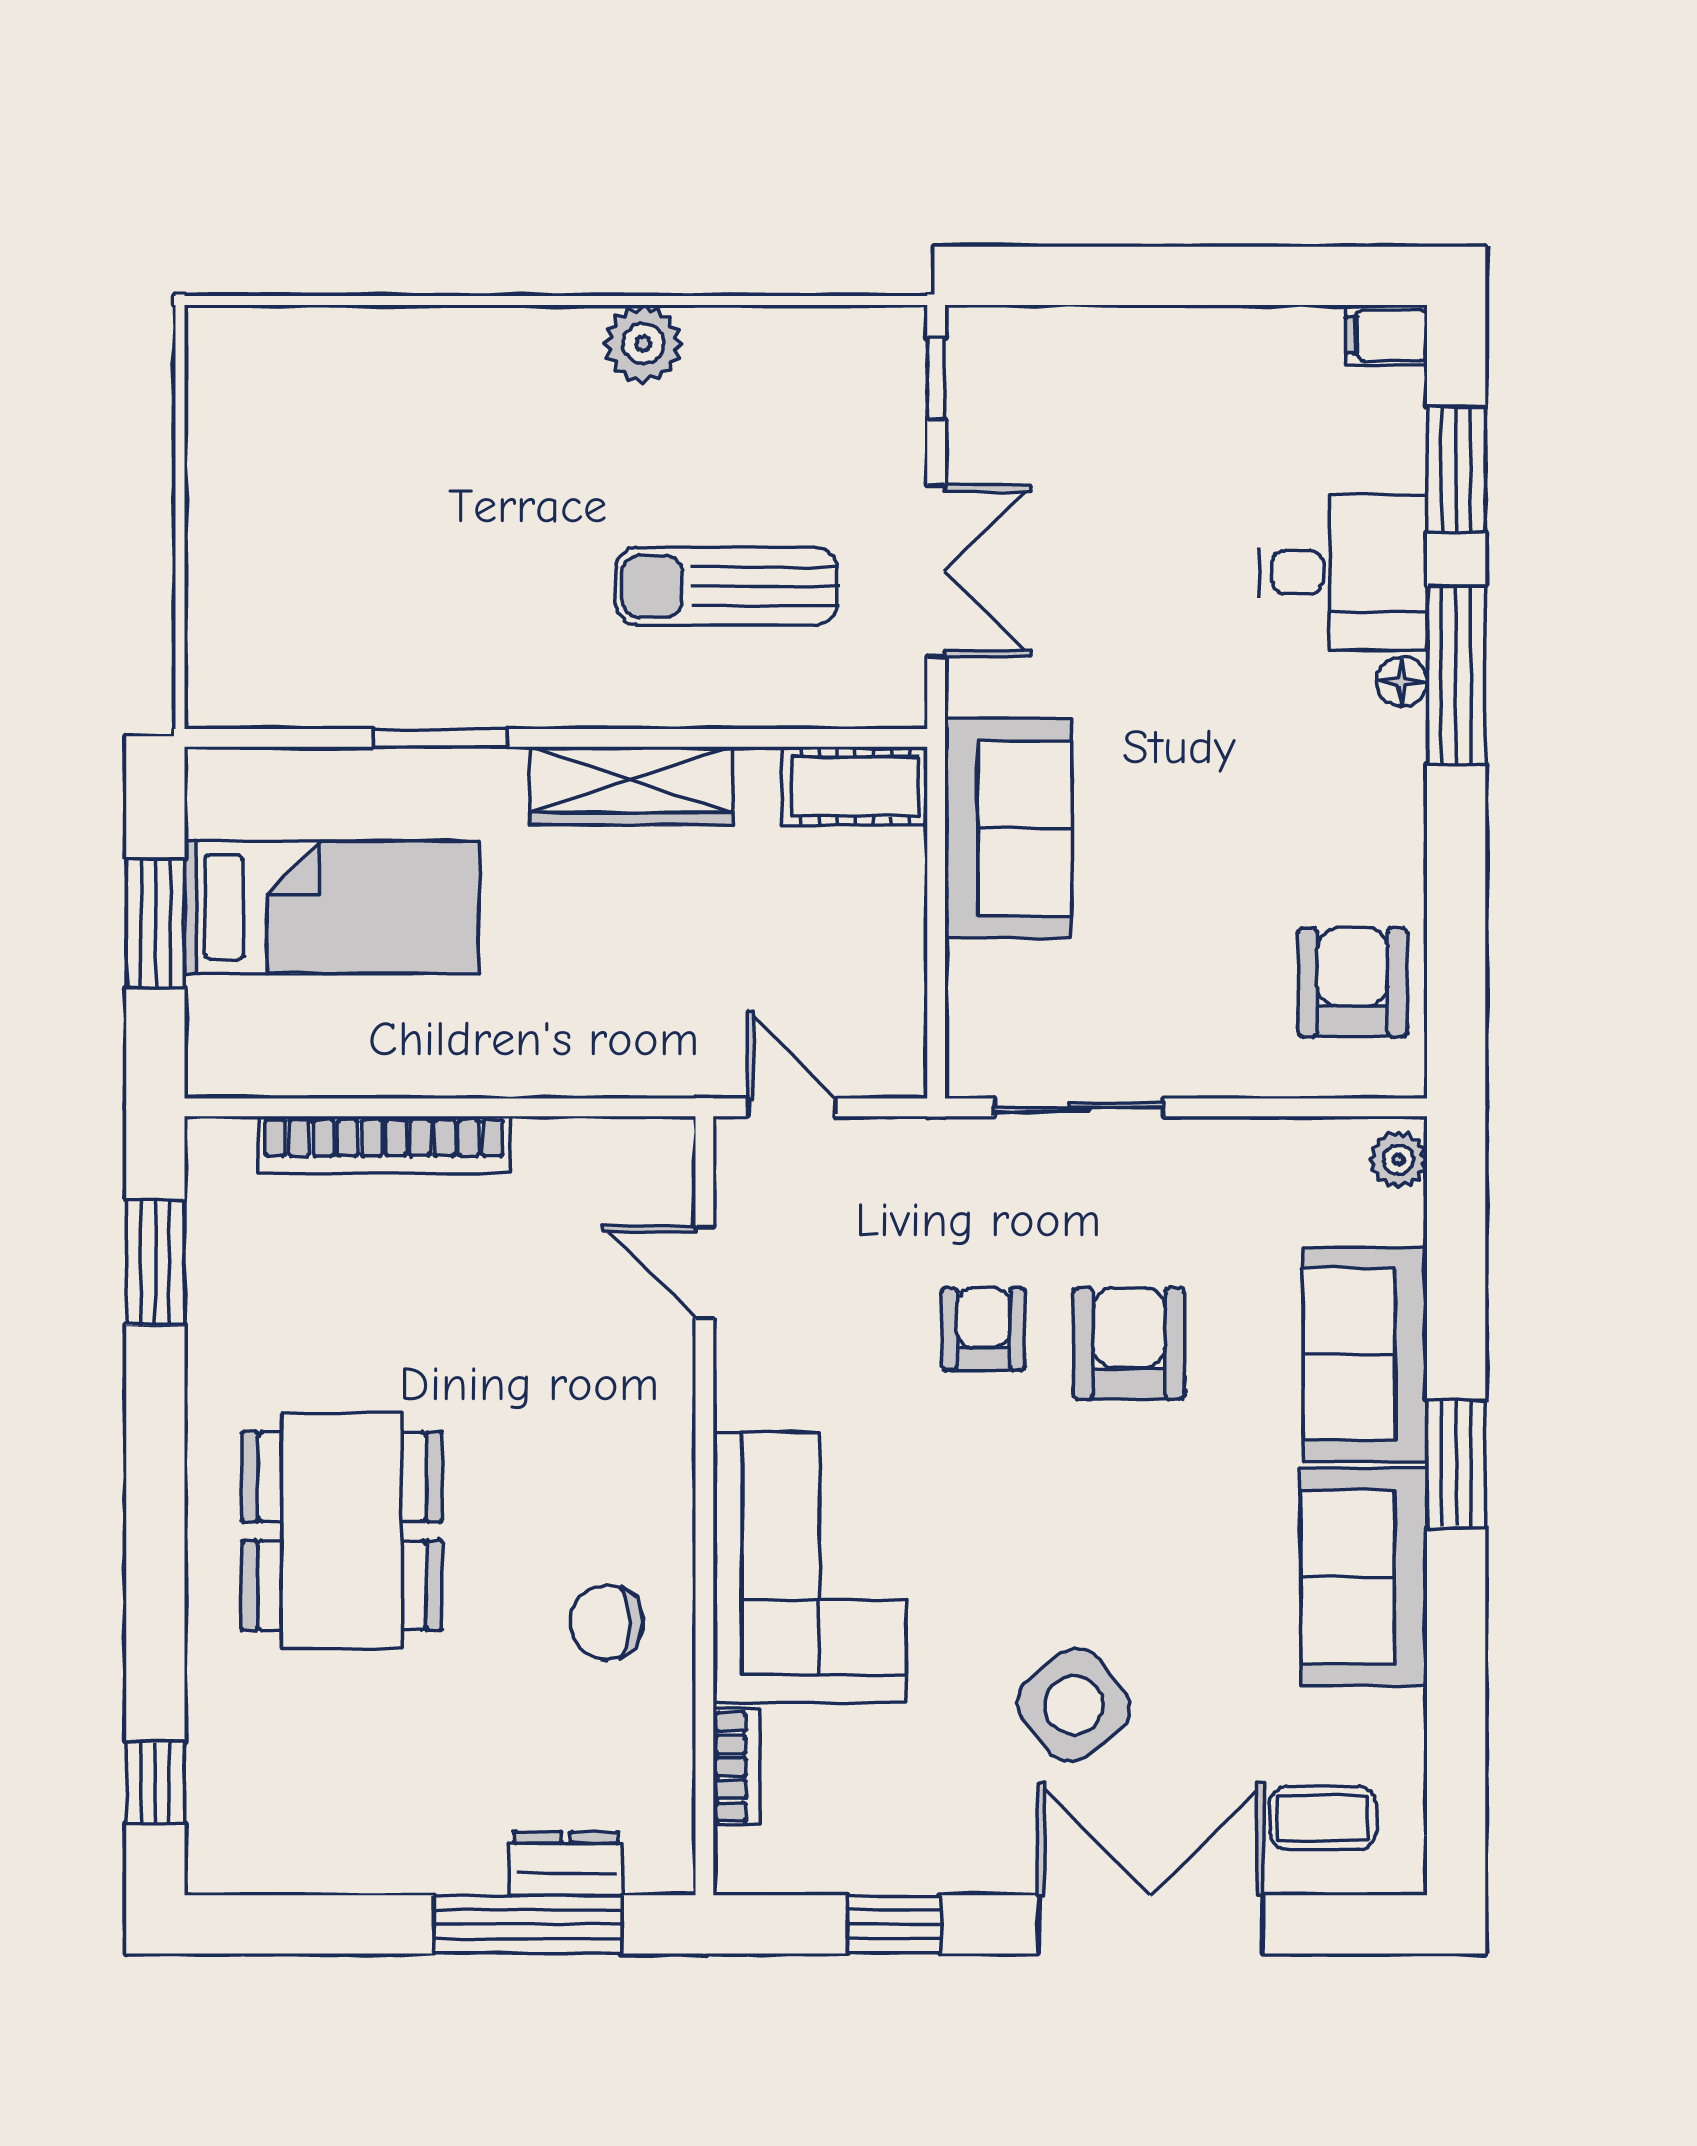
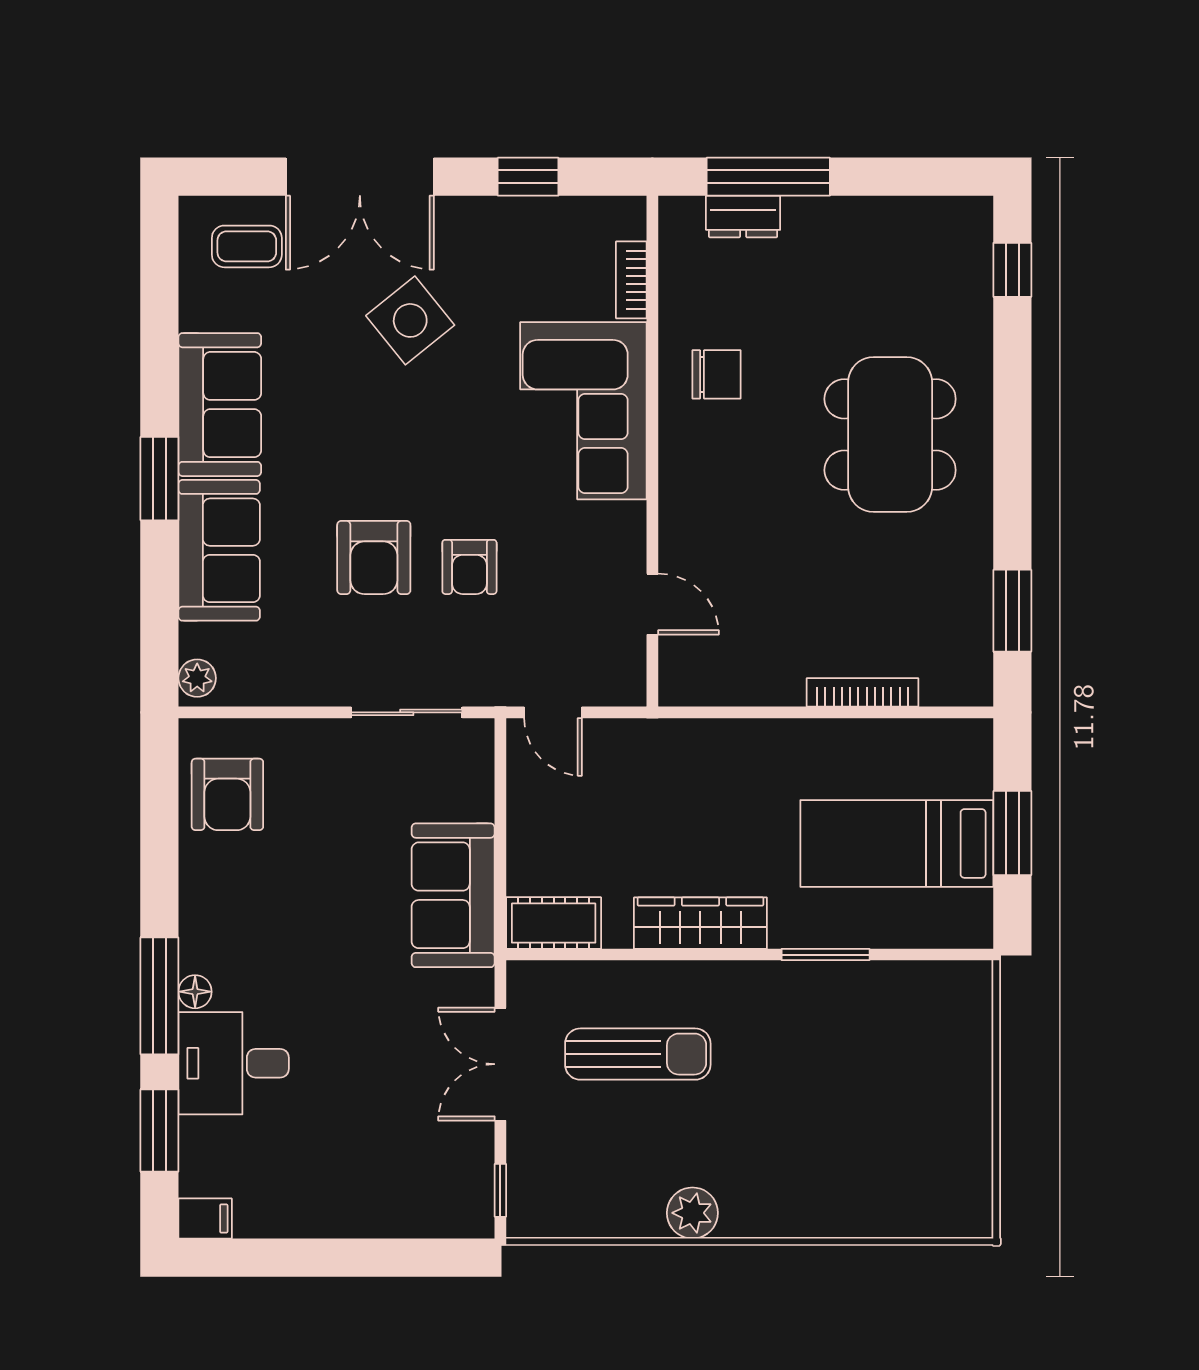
door: (791, 1107) -> (553, 712), moved
bookcase: (384, 1145) -> (862, 692), width x0.68, depth x0.76

